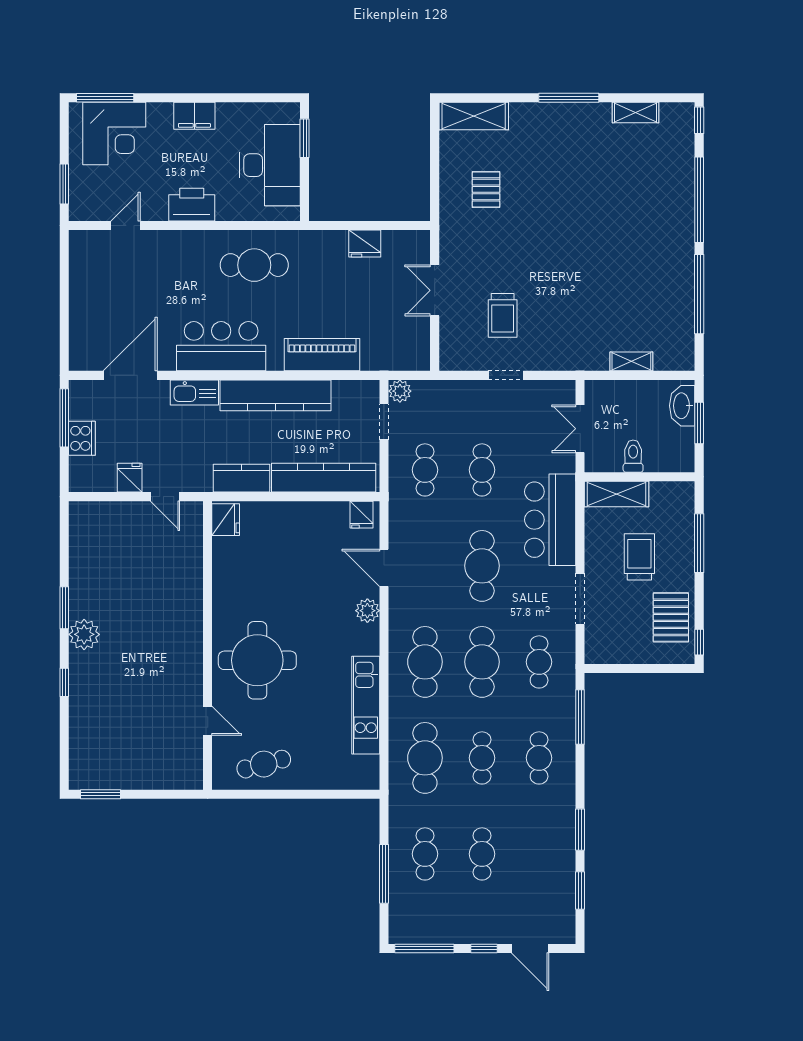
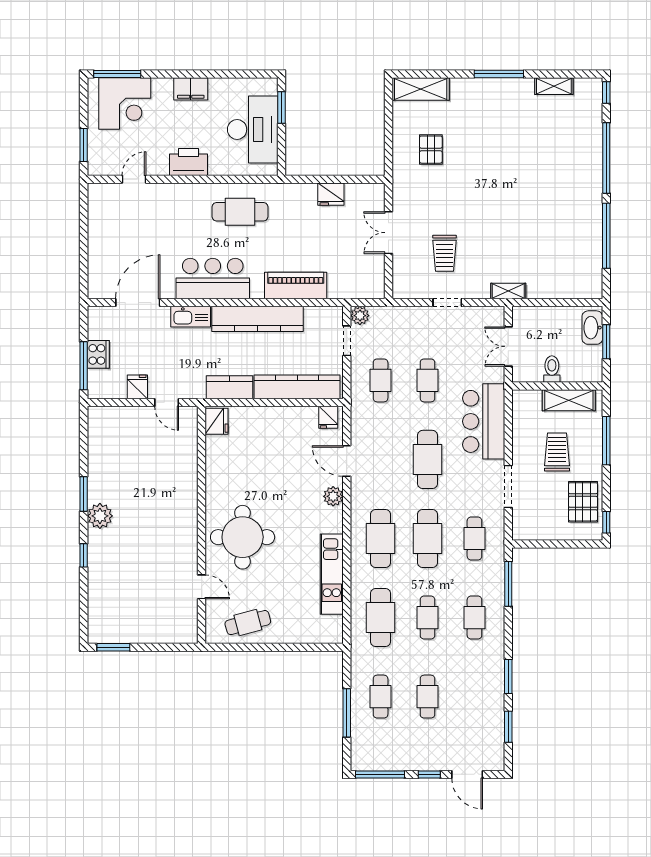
shelving: (631, 361) -> (508, 291), moved
window: (64, 418) -> (84, 366), moved
shelving: (617, 494) -> (569, 400), moved

